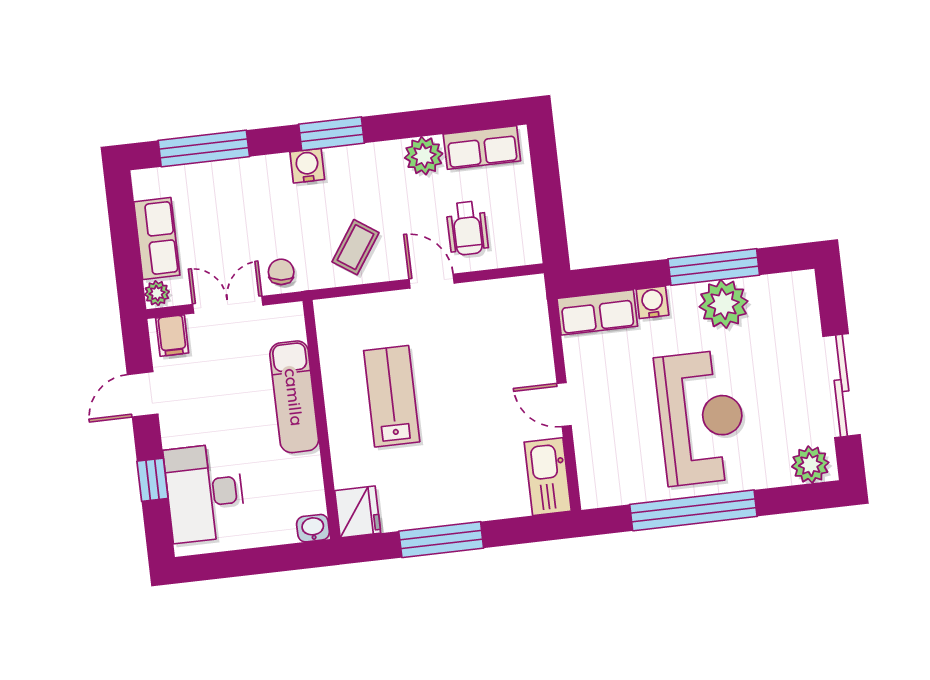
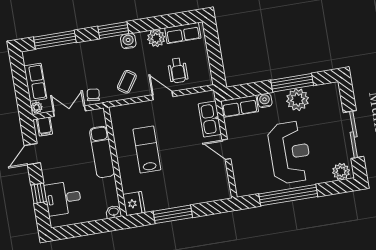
water cooler: (307, 166) -> (128, 41), moved
kitchen sink: (548, 477) -> (210, 119), moved
desk: (205, 493) -> (63, 198), width x0.73

